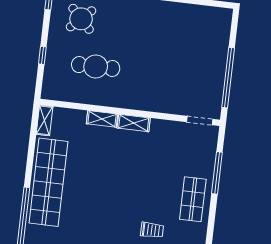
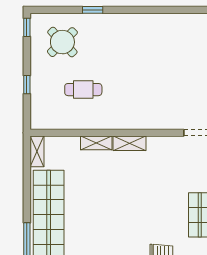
cafe table: (96, 67) -> (83, 90), width x0.73, depth x0.74

